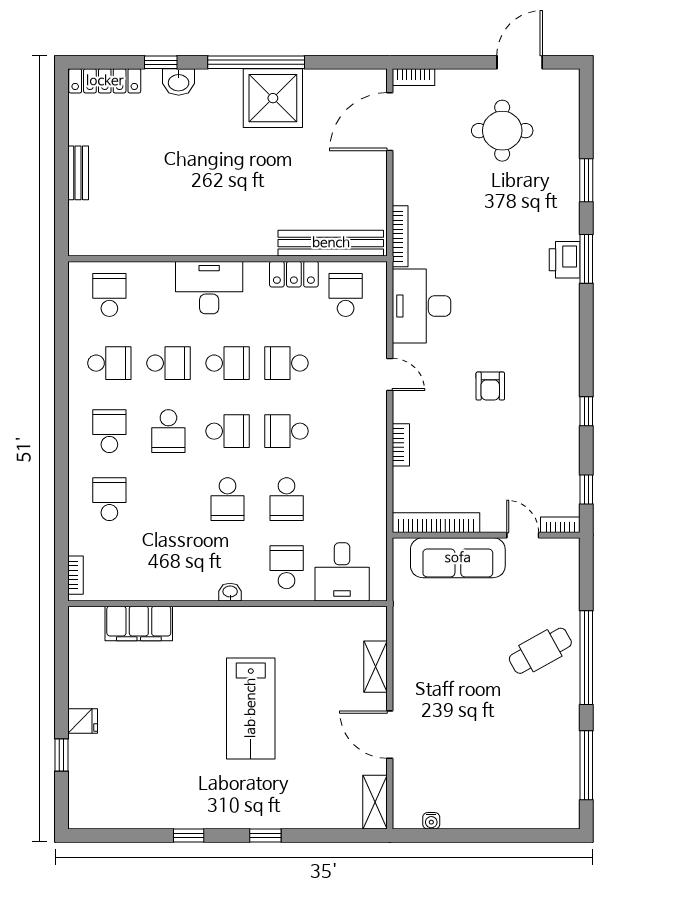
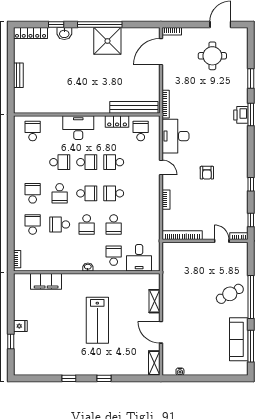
school desk: (109, 363) -> (60, 224), moved, turned 180
sofa: (458, 558) -> (239, 339), moved, turned 90

